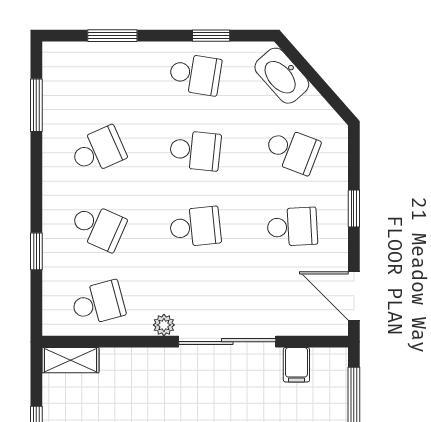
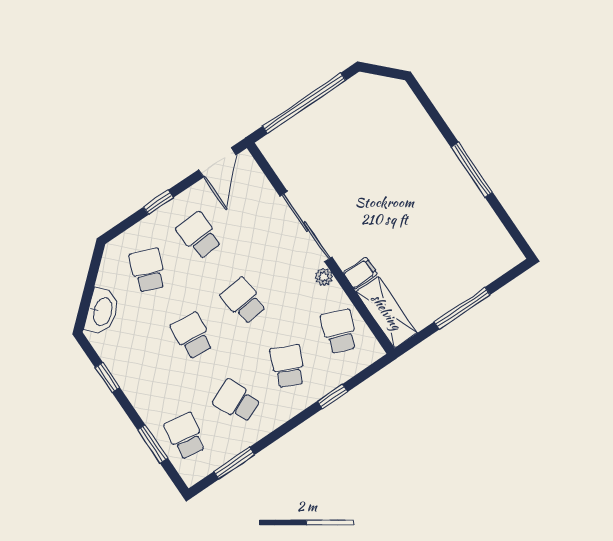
school desk: (195, 74) -> (185, 436), moved
school desk: (98, 303) -> (339, 331), turned 36
shelving: (71, 360) -> (386, 312), width x1.50, depth x1.33
filing cabinet: (296, 365) -> (360, 273), moved

